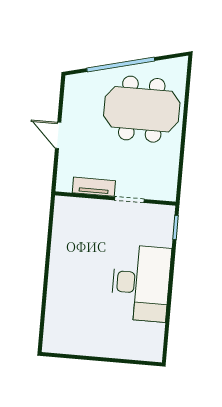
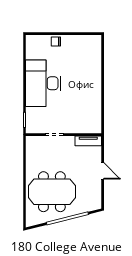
tv unit: (94, 187) -> (88, 141), moved
chair: (115, 348) -> (56, 41), added

